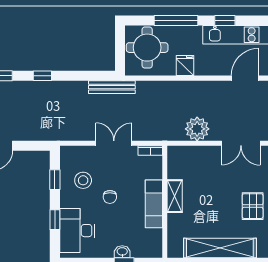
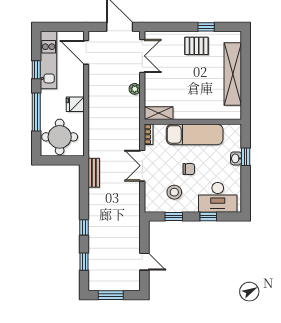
bench: (112, 87) -> (94, 173), width x0.73
plant: (197, 129) -> (135, 89), width x0.53, depth x0.53
shelving: (175, 196) -> (159, 113), moved
exam couch: (154, 204) -> (195, 134), width x1.36, depth x1.45

